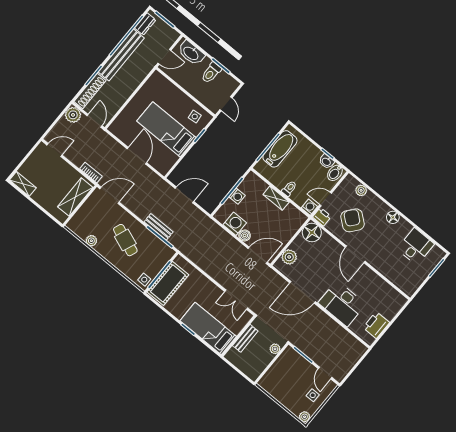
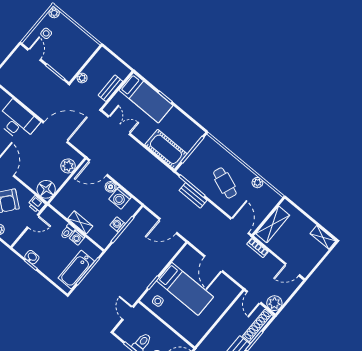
bidet: (335, 173) -> (24, 246), removed
door: (110, 195) -> (240, 226), swing flipped
washing machine: (309, 207) -> (77, 237), moved
side table: (144, 280) -> (207, 145), removed
cot: (168, 283) -> (166, 149), moved, turned 90

